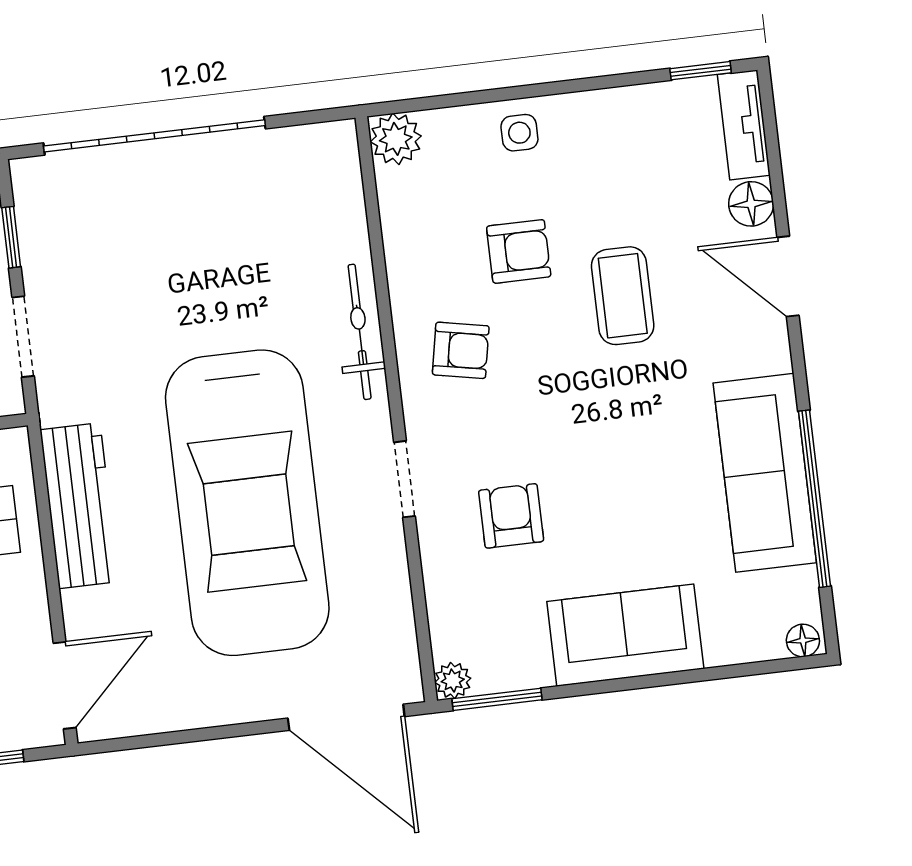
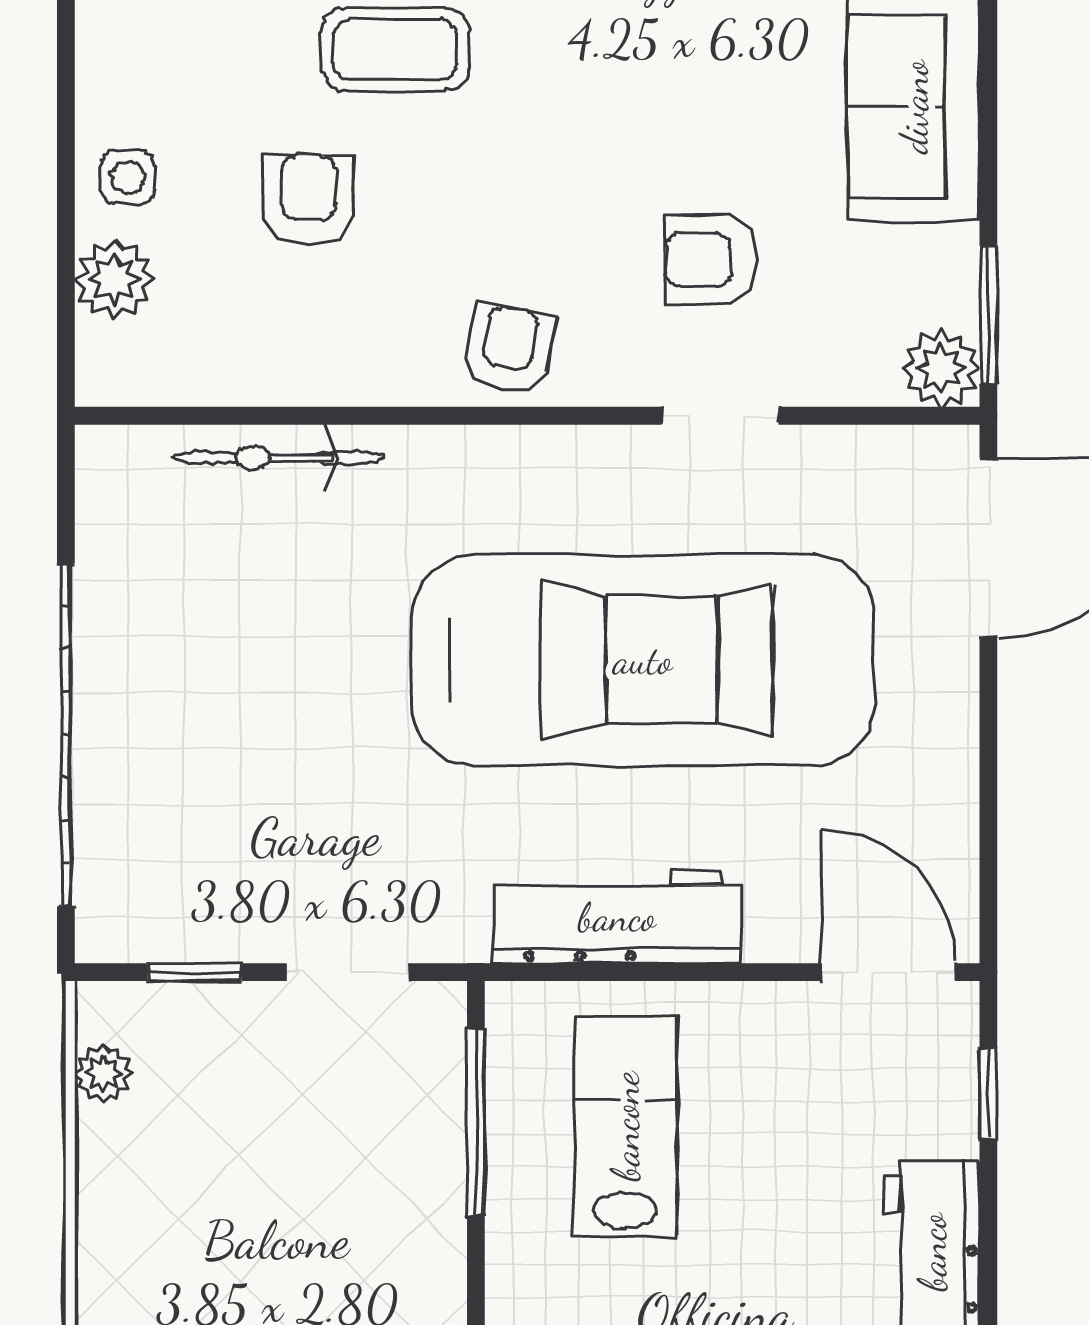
plant: (396, 139) -> (114, 279), moved
bicycle: (360, 332) -> (278, 458), moved
armchair: (461, 350) -> (509, 349), moved
doorway: (405, 479) -> (720, 416), moved
plant: (453, 680) -> (941, 368), width x1.38, depth x1.38

